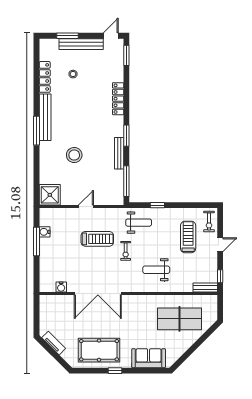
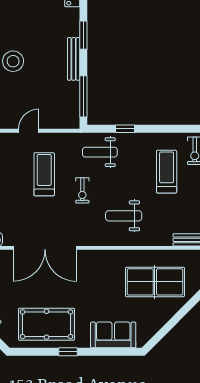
weight bench: (139, 223) -> (100, 152), turned 180
treadmill: (97, 239) -> (44, 174), turned -90

